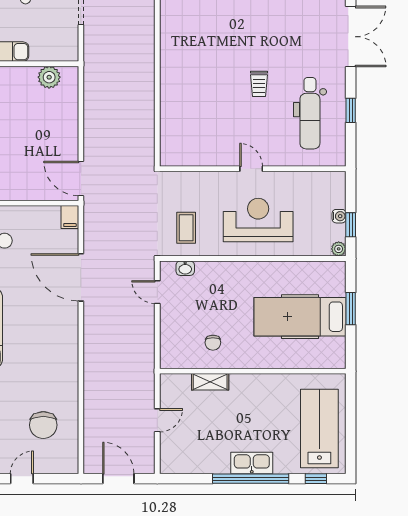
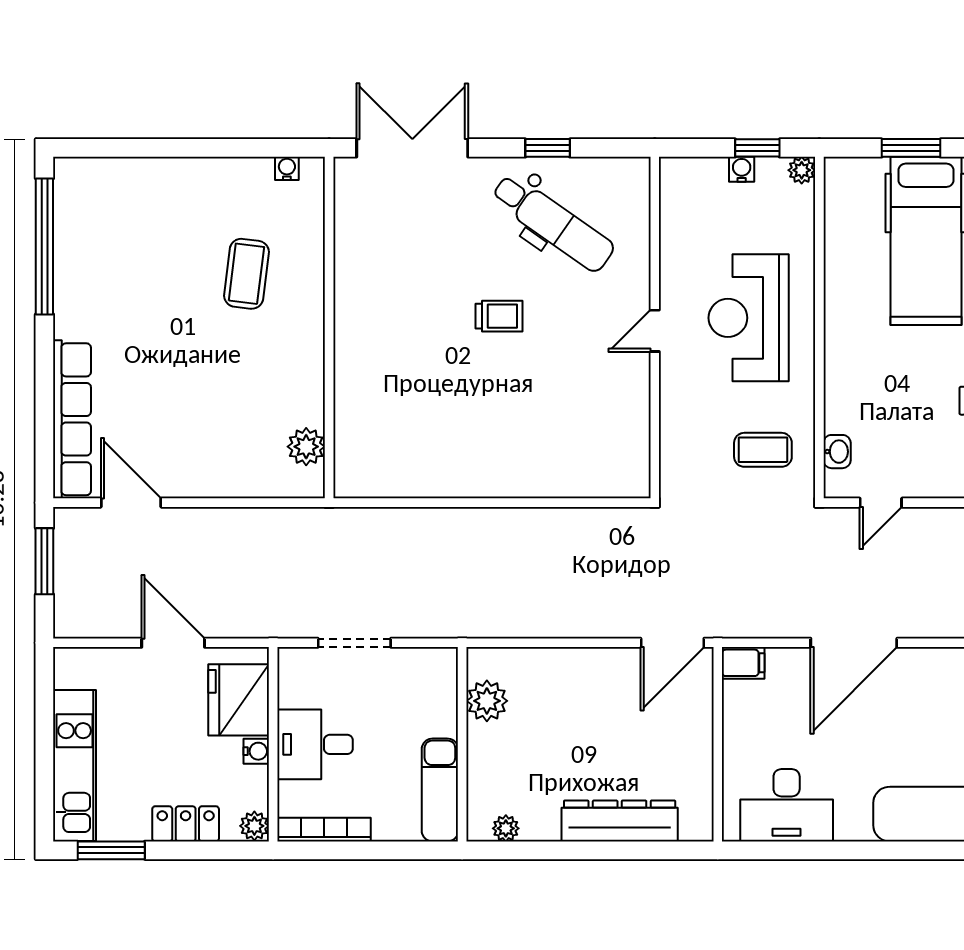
dental chair: (310, 113) -> (553, 223), turned 35

